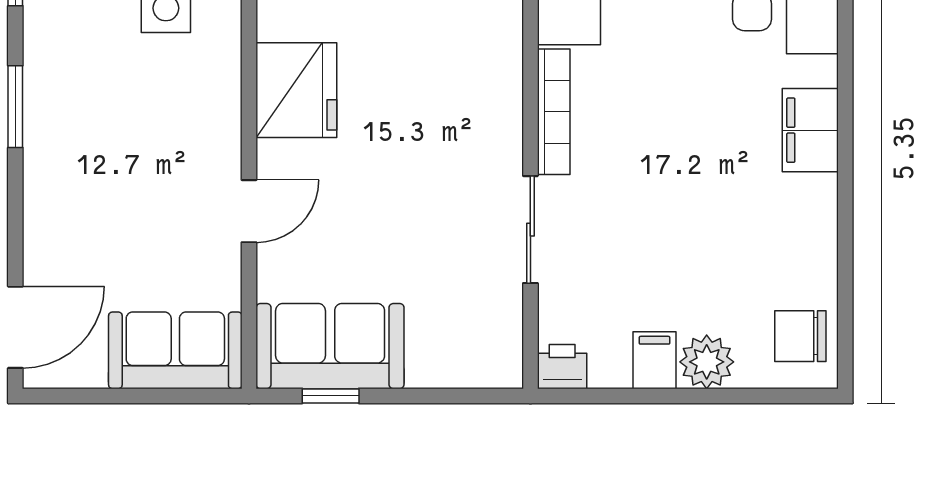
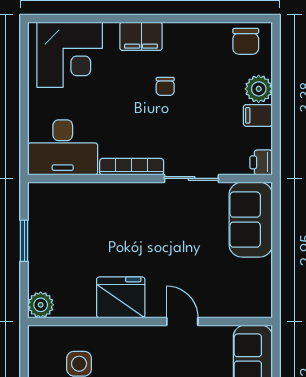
chair: (712, 178) -> (165, 86), added
sofa: (330, 346) -> (251, 220), moved
window: (331, 396) -> (276, 280), removed

